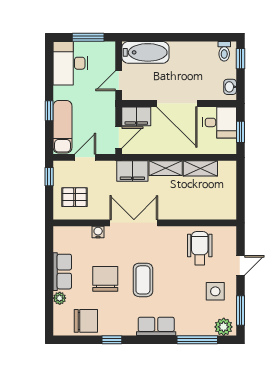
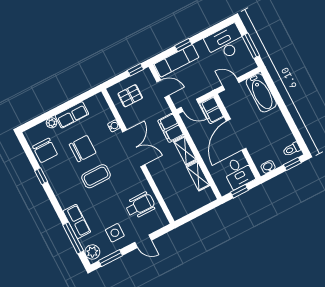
pallet: (75, 197) -> (130, 96), turned 90
row of seats: (156, 326) -> (77, 221), moved

